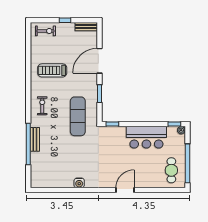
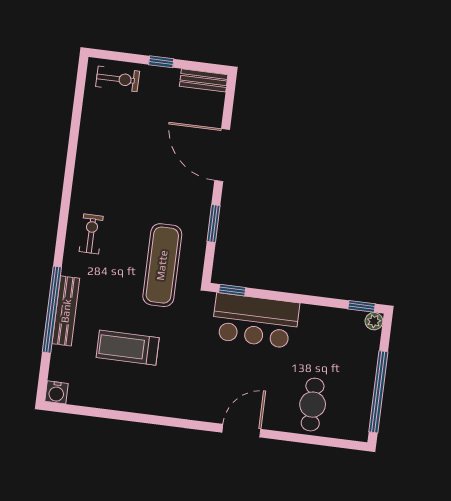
door: (99, 61) -> (222, 155), hinge flipped
treadmill: (52, 70) -> (128, 348), moved
bar counter: (146, 137) -> (255, 321), moved
bench: (35, 139) -> (66, 311), width x1.36
cafe table: (171, 170) -> (313, 405), moved
water cooler: (79, 183) -> (56, 392), moved

